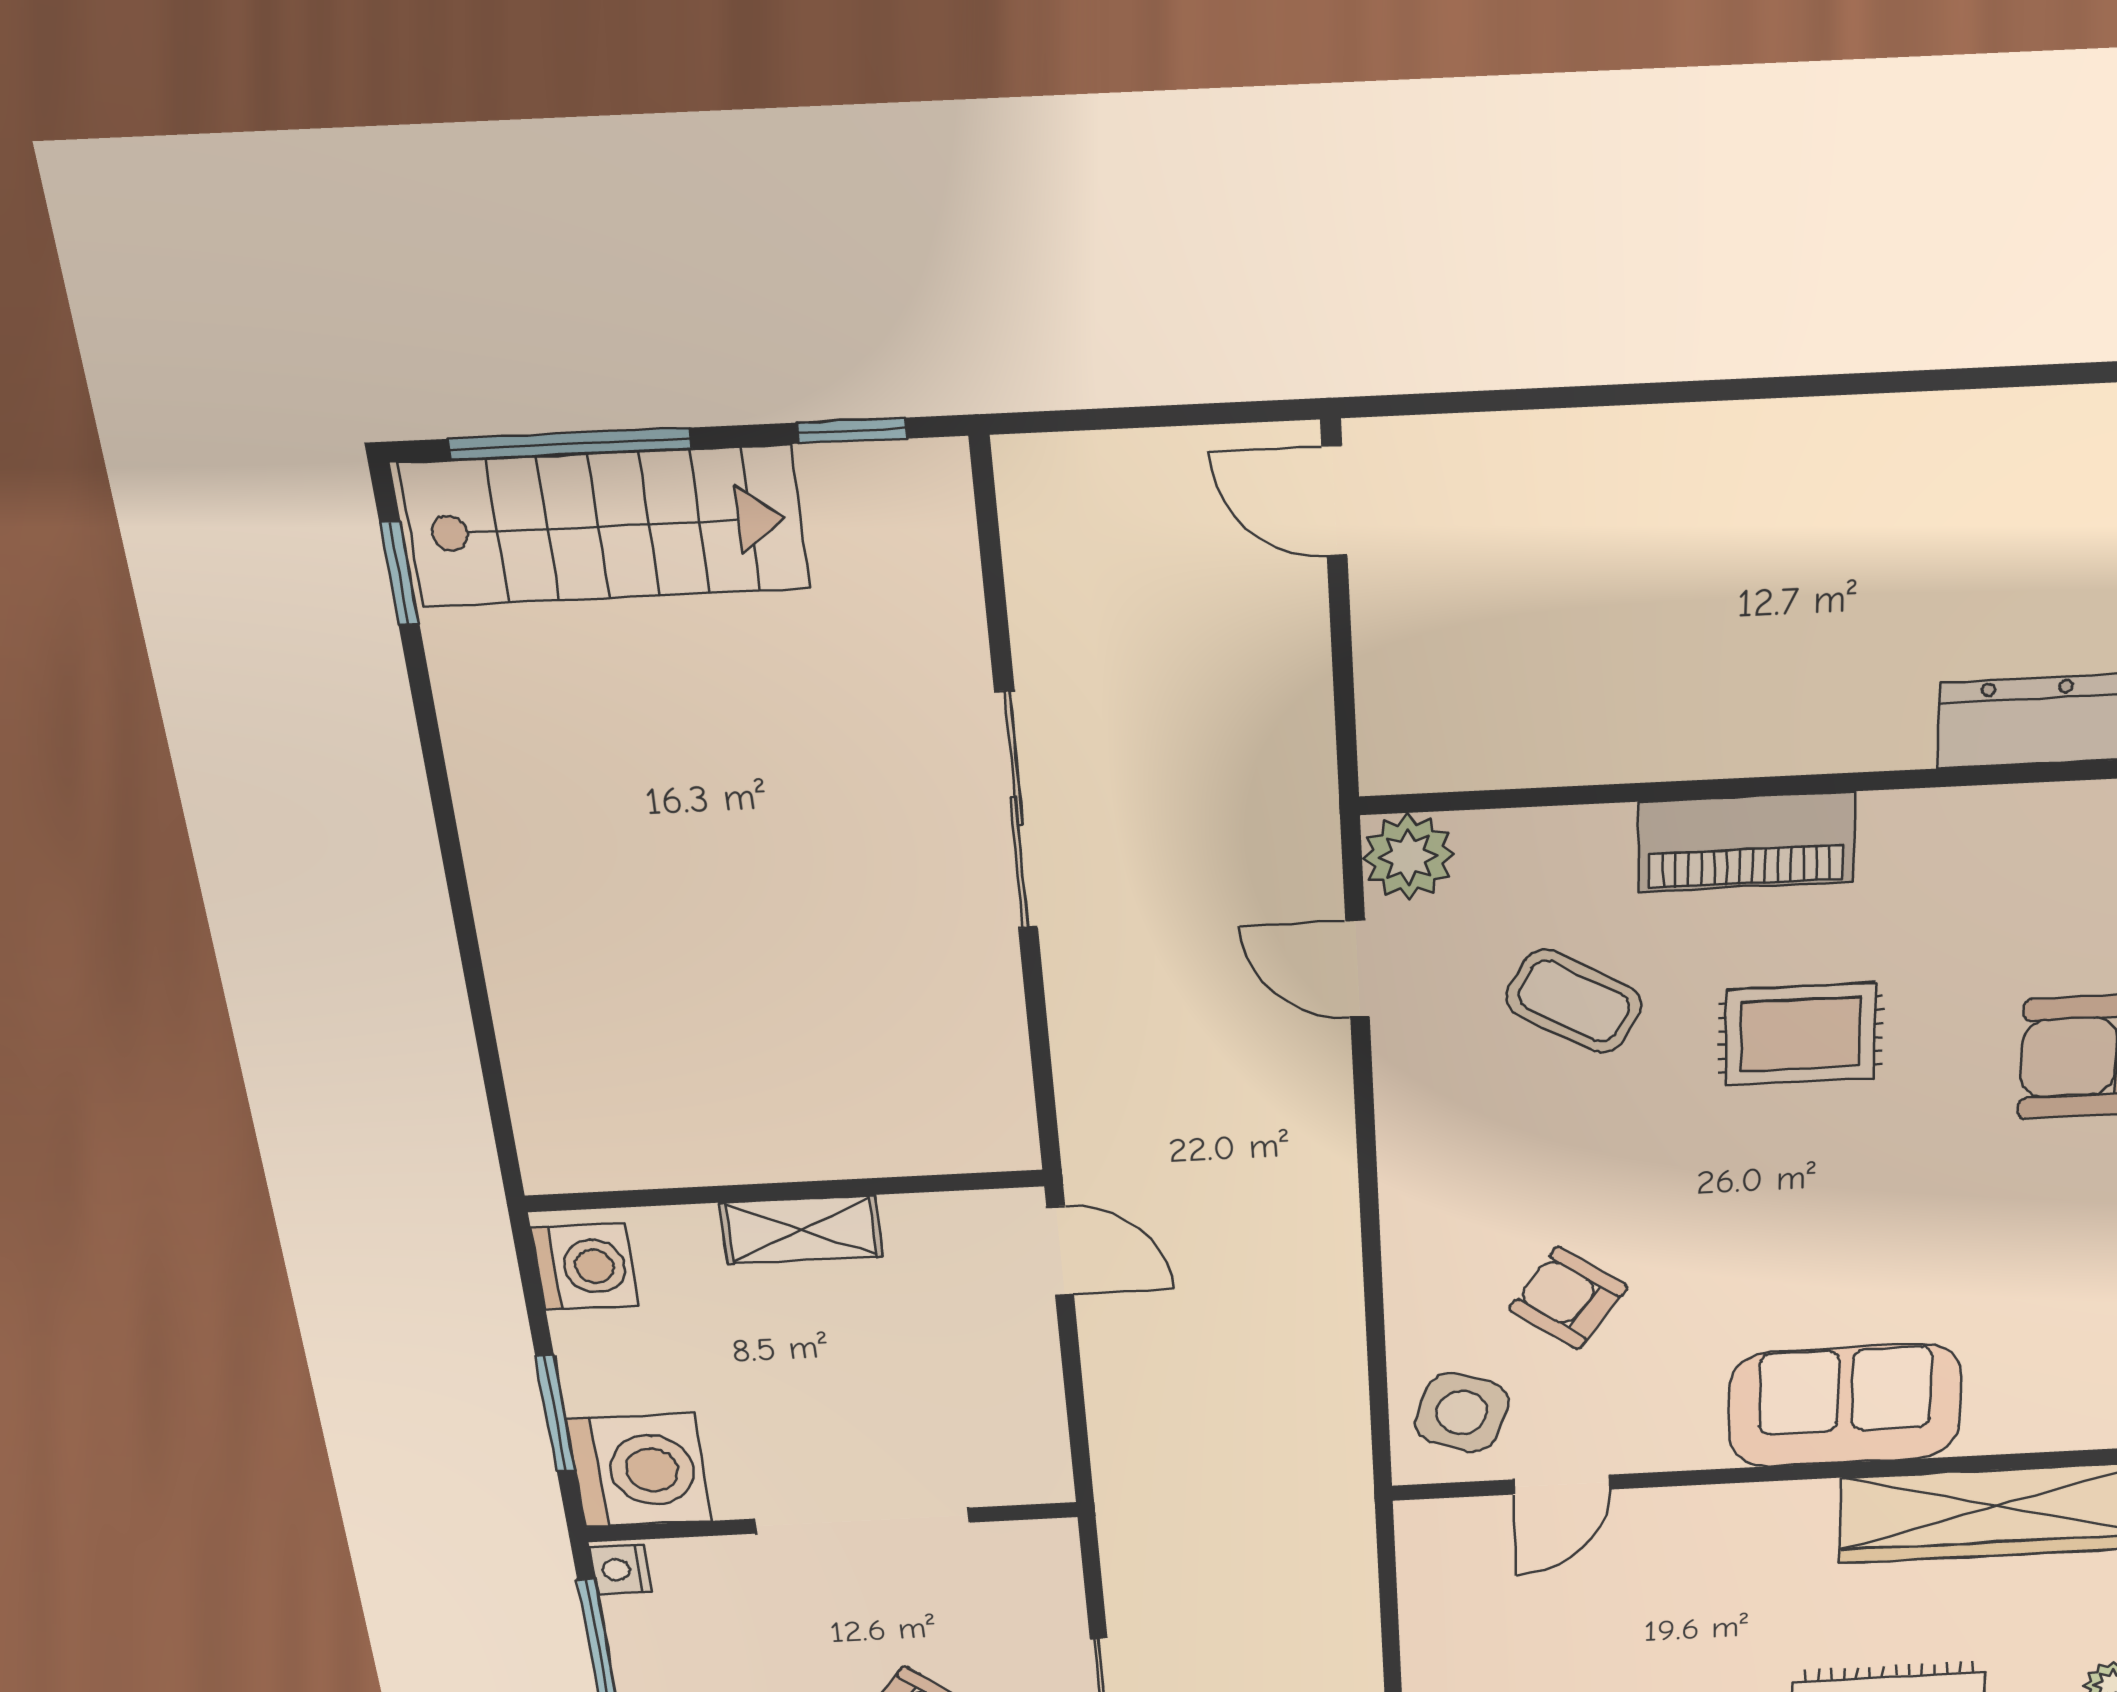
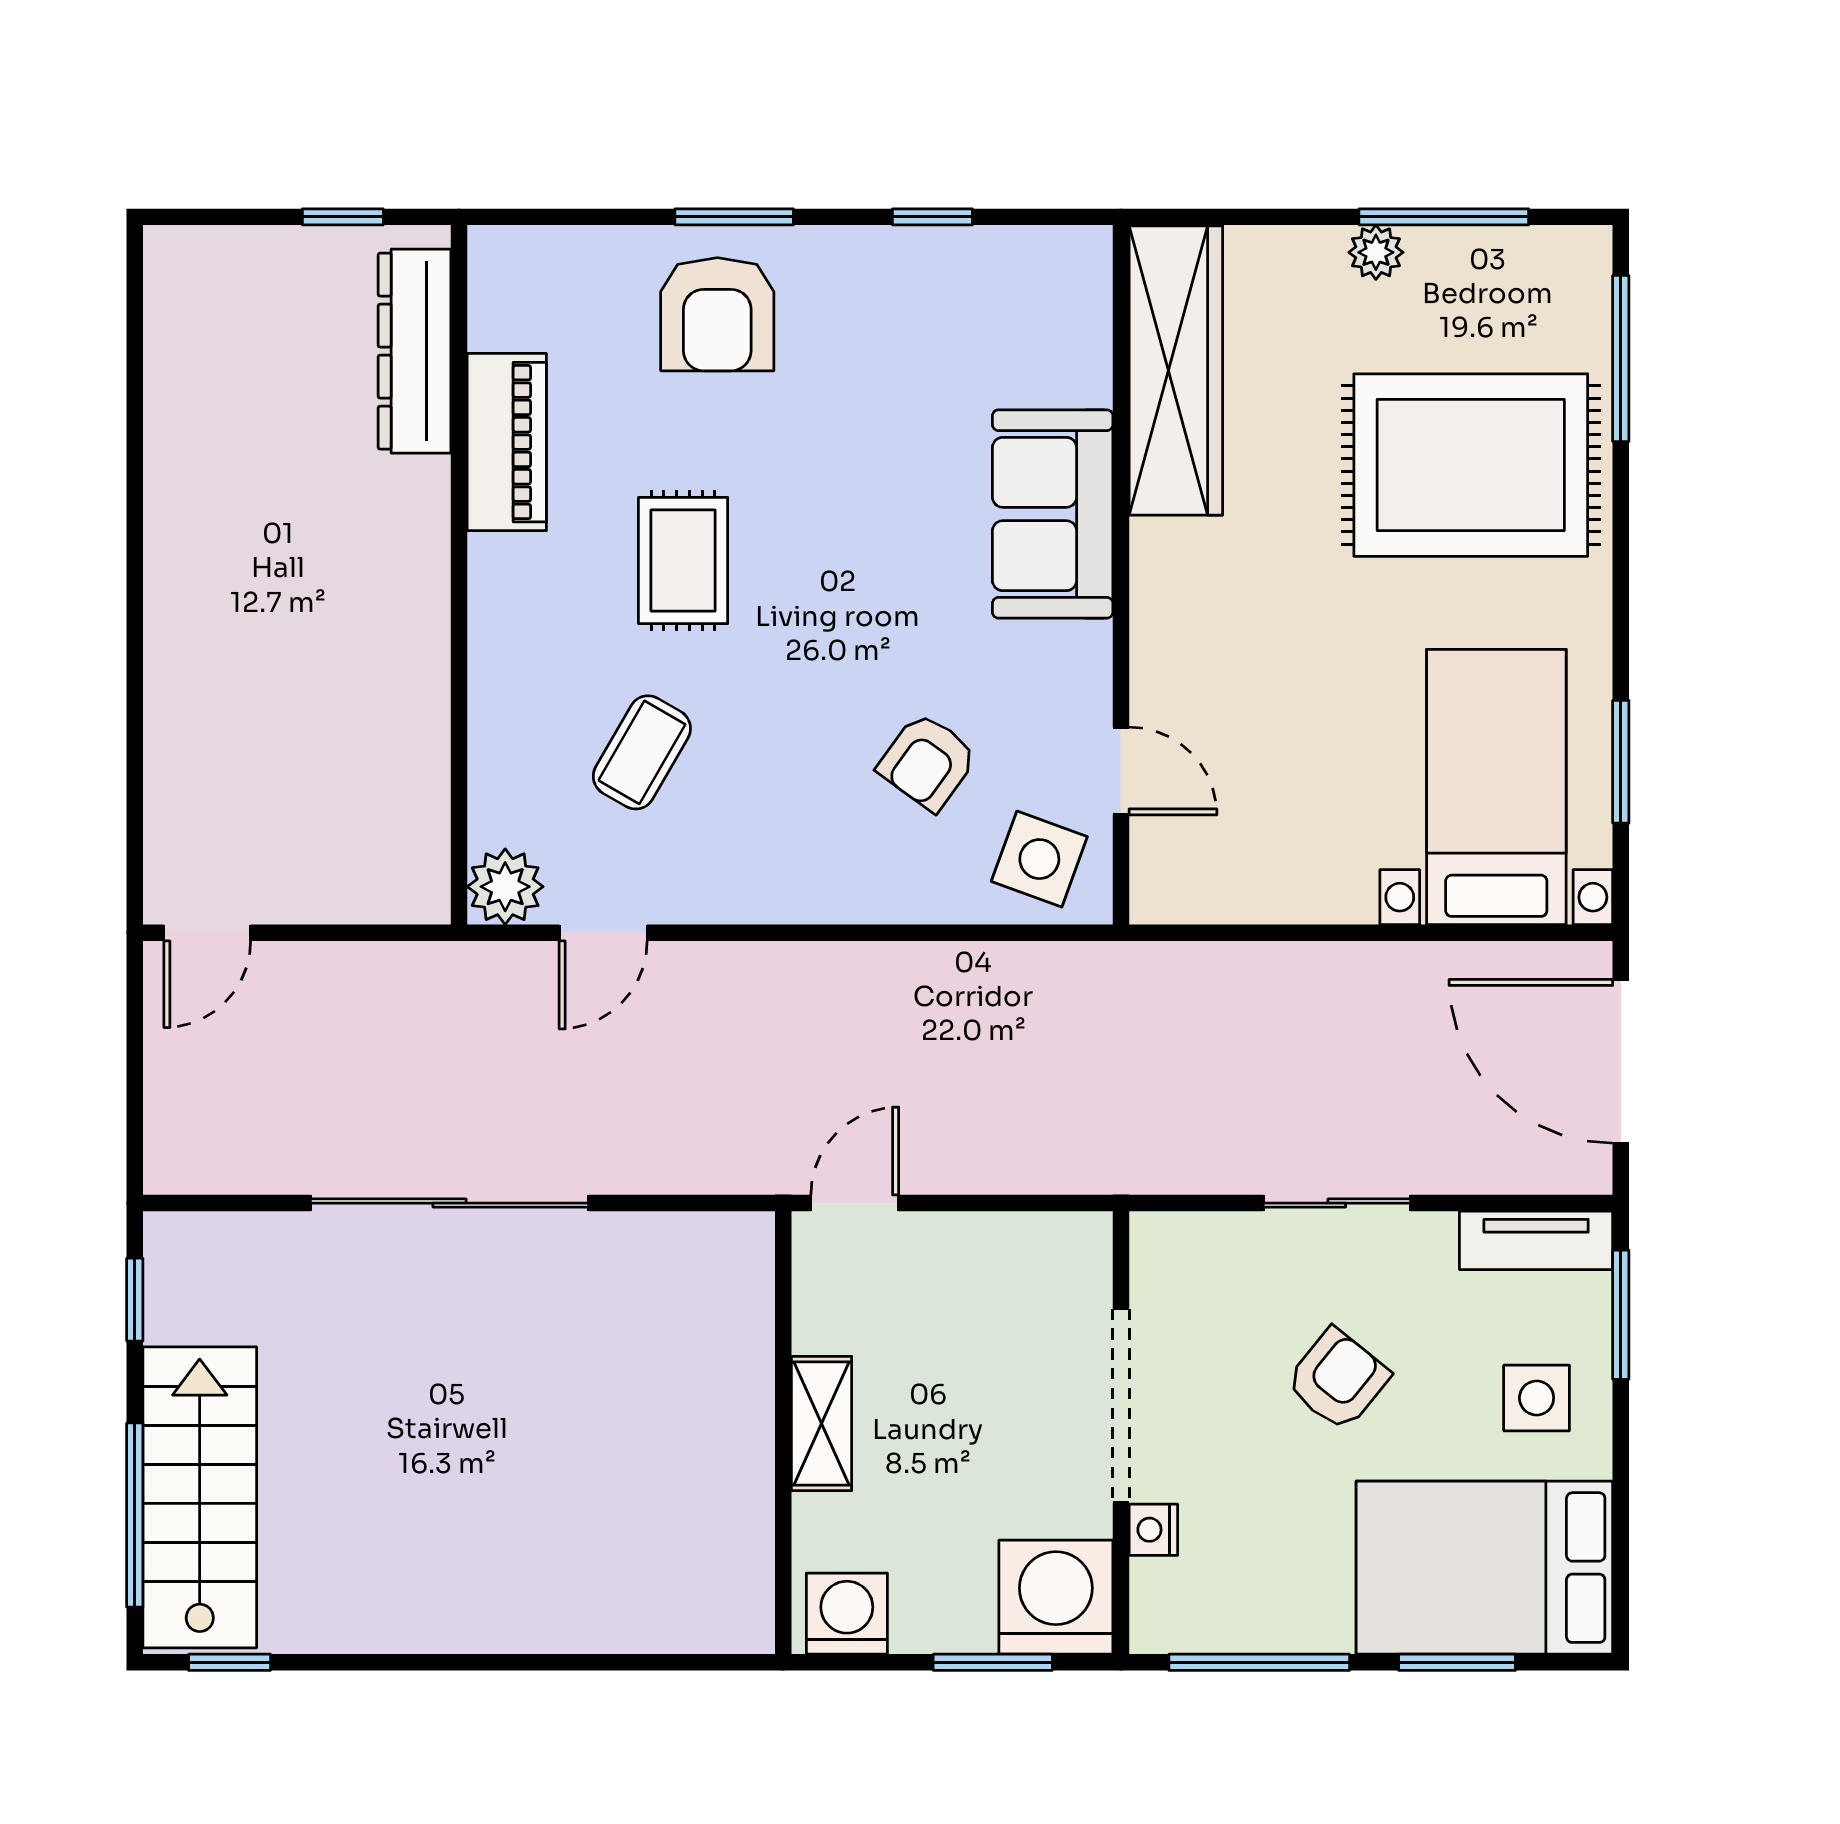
sliding door: (1016, 811) -> (449, 1203), width x1.36
piano: (1746, 842) -> (507, 442), moved
nightstand: (620, 1570) -> (1153, 1530), moved, turned 90

